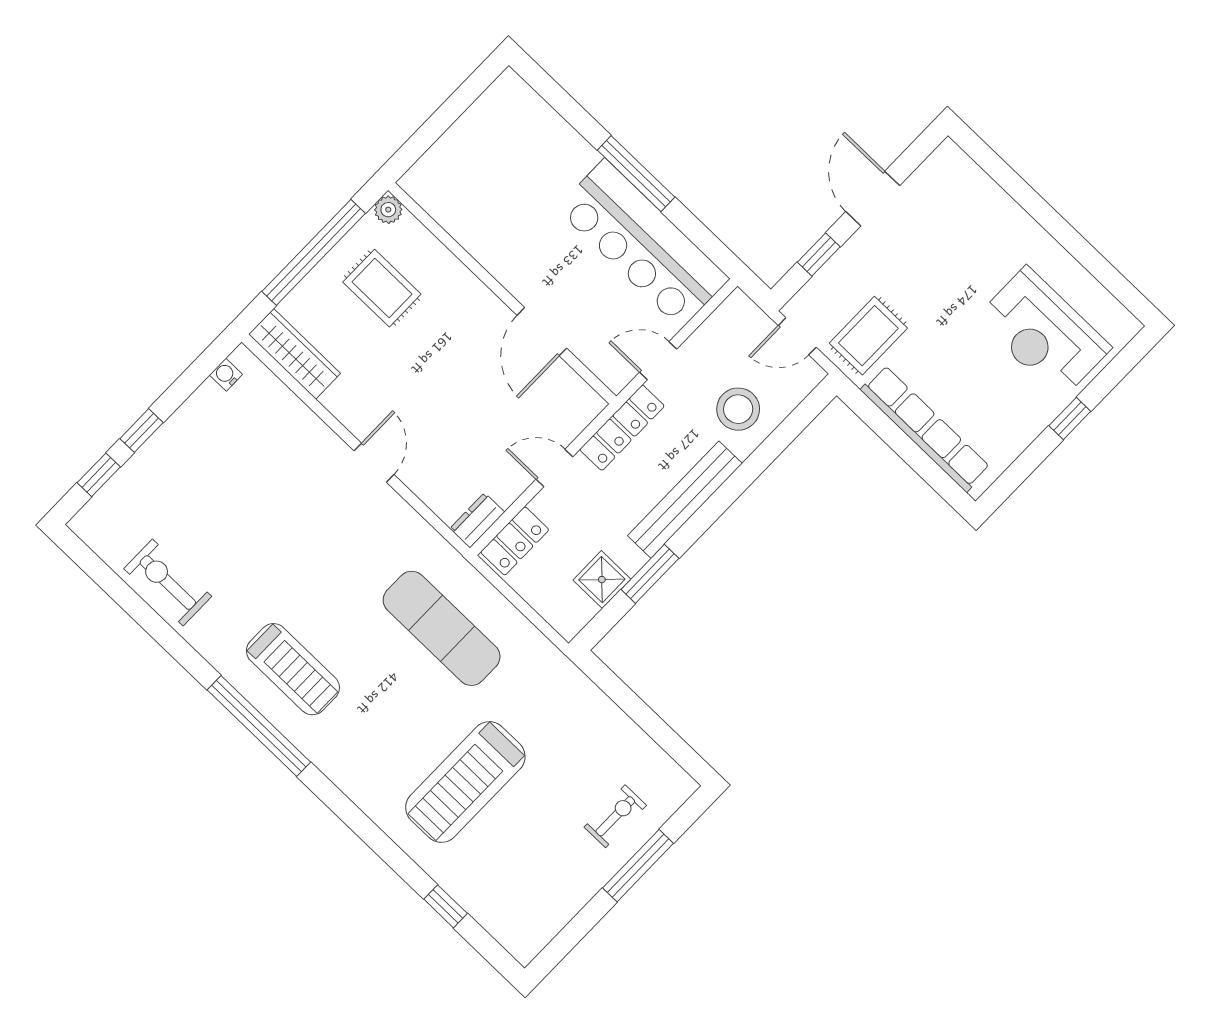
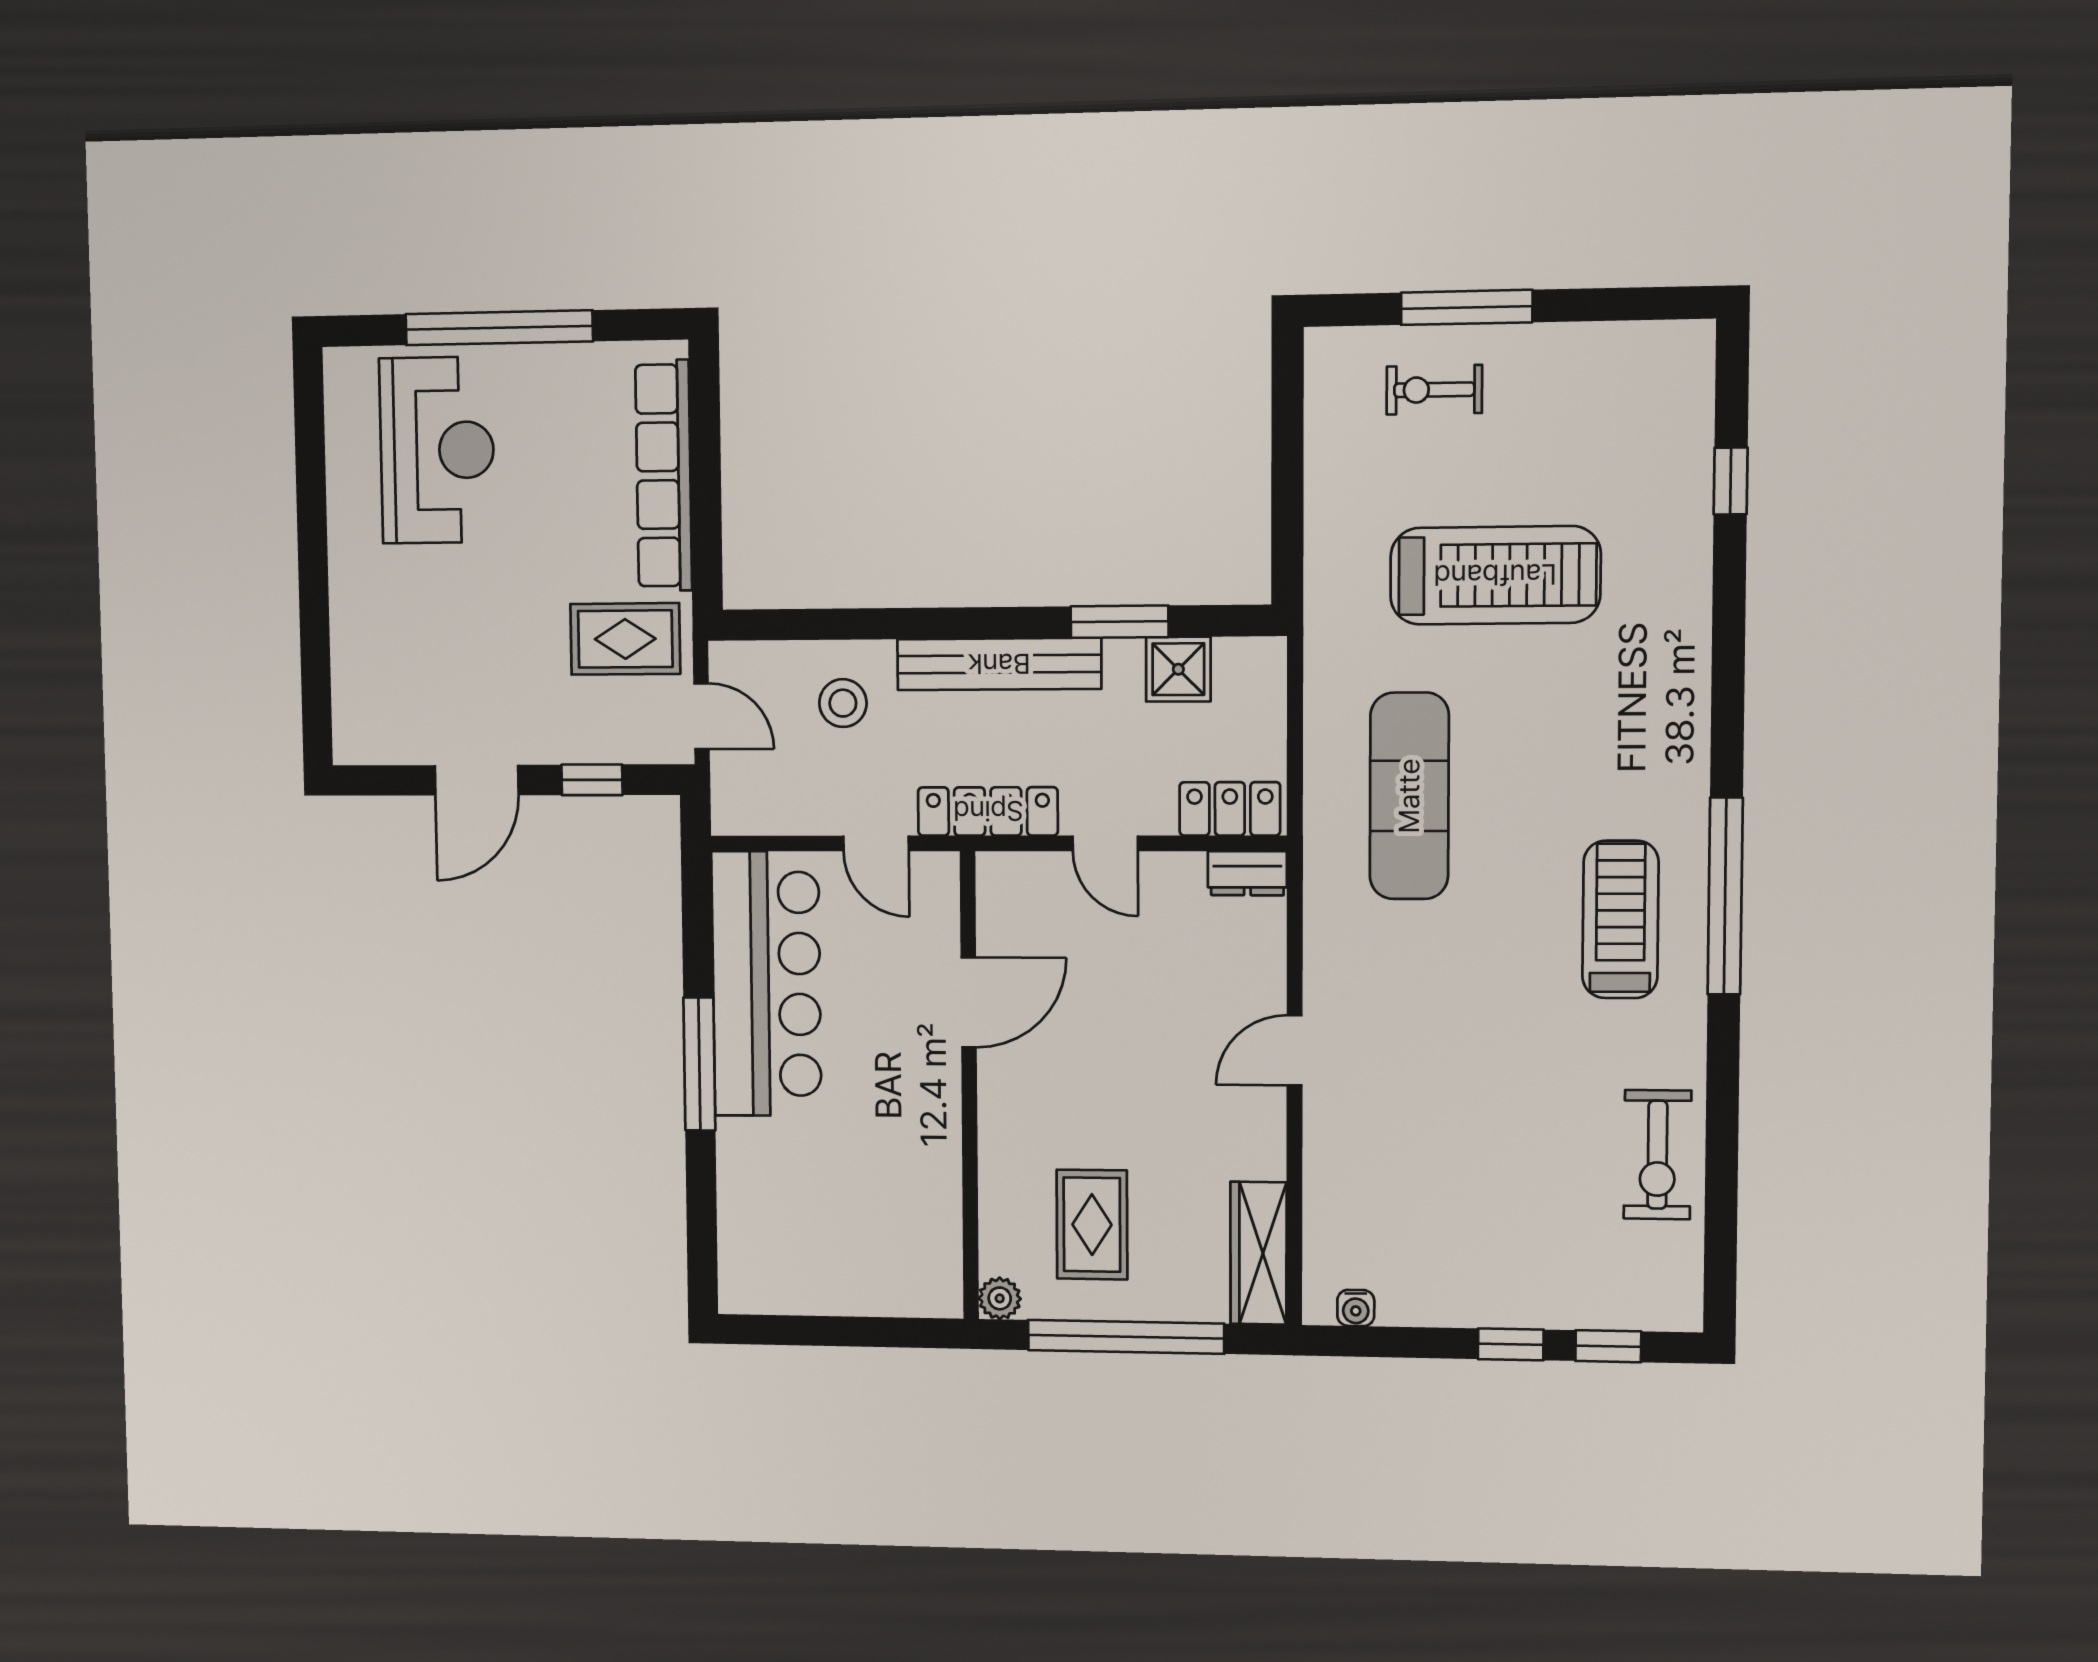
stool: (738, 409) -> (843, 703), width x0.73, depth x0.73
window: (1070, 419) -> (499, 328), width x3.17
treadmill: (465, 782) -> (1495, 575), moved

